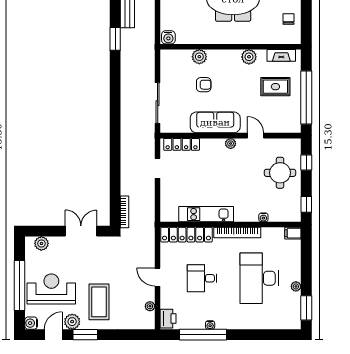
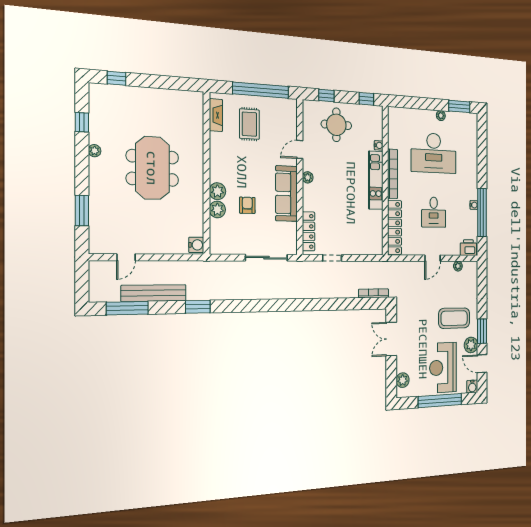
chair: (288, 19) -> (176, 104), removed
plant: (249, 57) -> (217, 191), moved
kitchen unit: (206, 214) -> (376, 180), moved
filing cabinet: (293, 233) -> (393, 115), removed

